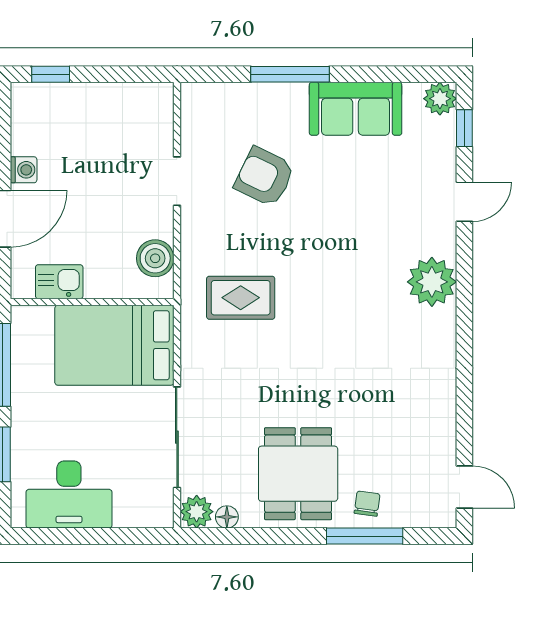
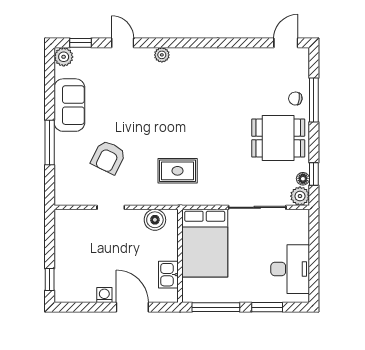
plant: (432, 282) -> (162, 55), width x0.53, depth x0.53
rug: (241, 298) -> (178, 171), turned 90
window: (235, 536) -> (314, 174), added

